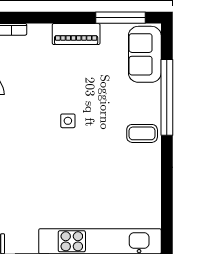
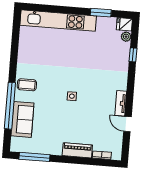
piano: (76, 34) -> (77, 150), moved
sofa: (145, 54) -> (22, 119), moved

